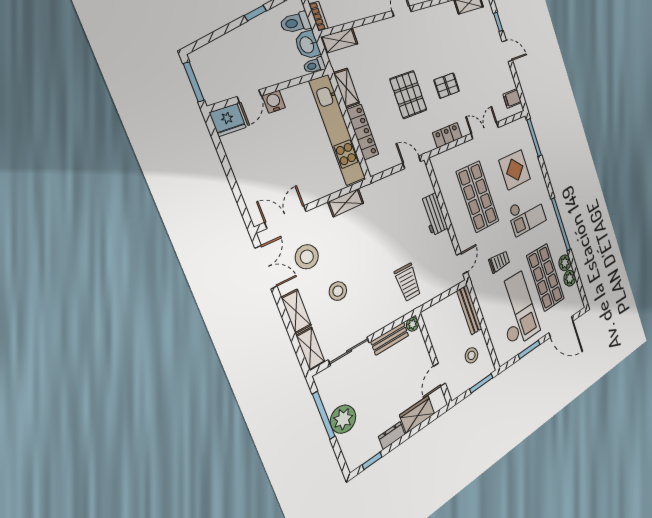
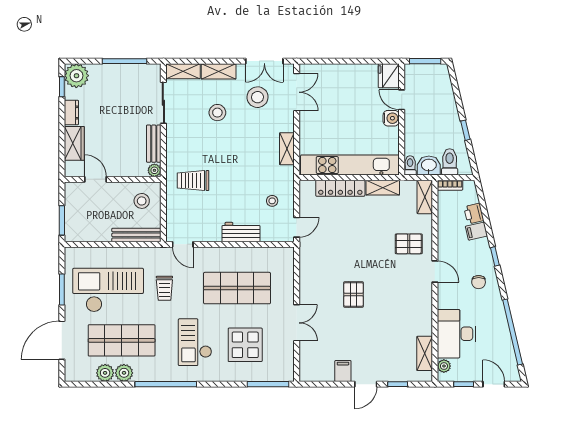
pallet: (408, 95) -> (409, 244), moved, width x0.67, depth x0.71
filing cabinet: (512, 99) -> (343, 371), moved
locker: (447, 135) -> (307, 276), removed
stool: (398, 196) -> (272, 201), added
checkout: (517, 310) -> (108, 290), turned 180
stool: (471, 355) -> (142, 201), moved
plant: (343, 419) -> (76, 76), moved

